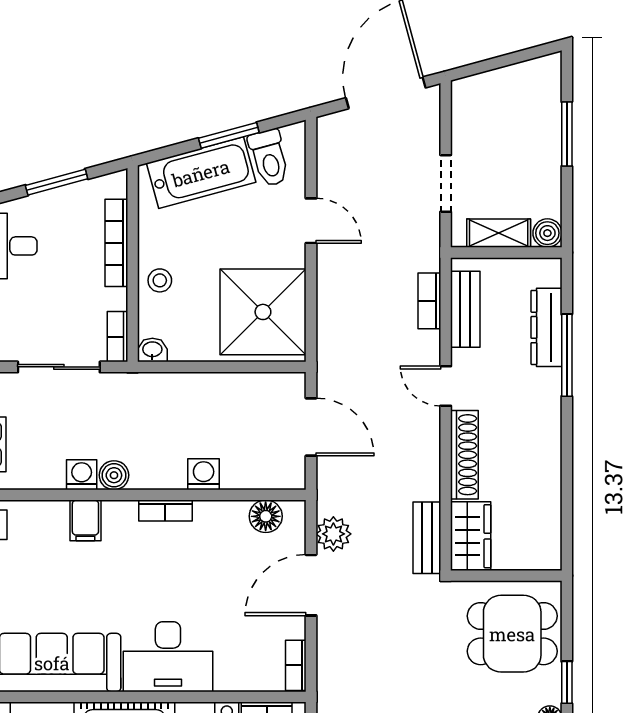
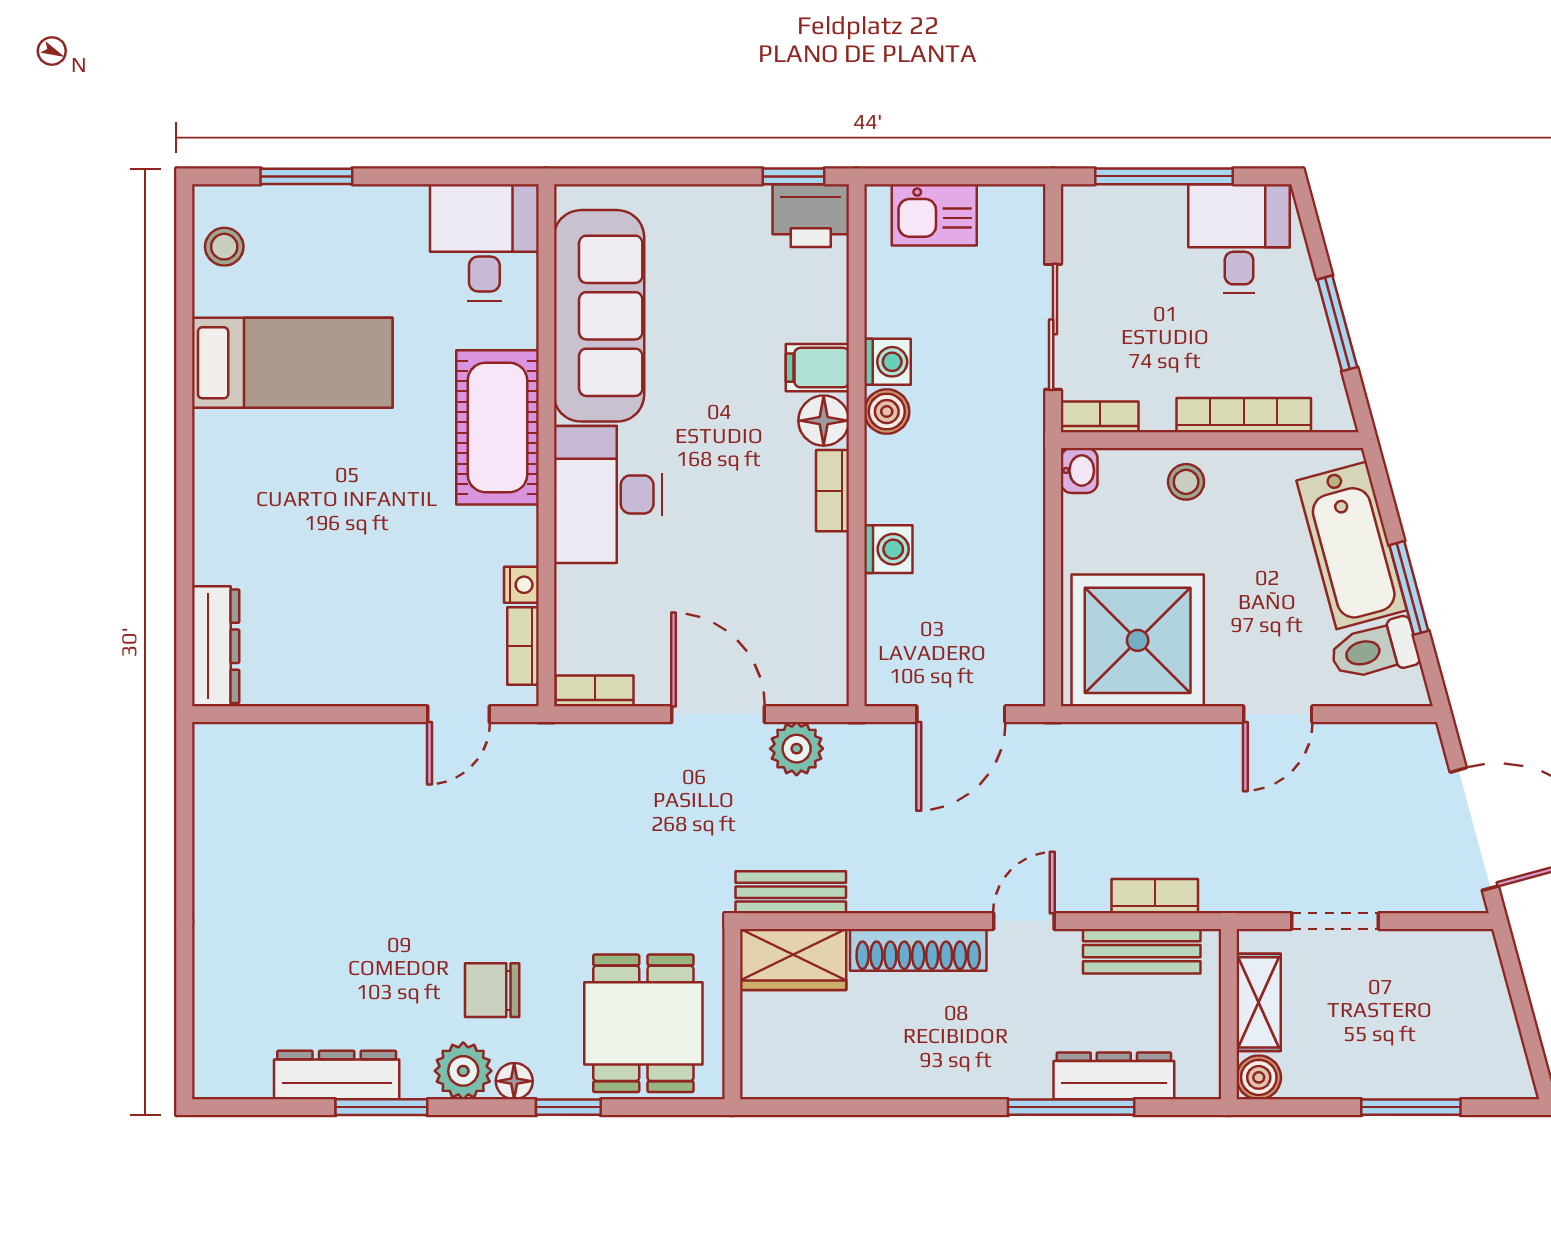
floor lamp: (266, 516) -> (824, 421), moved

